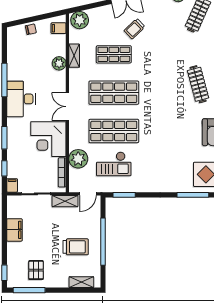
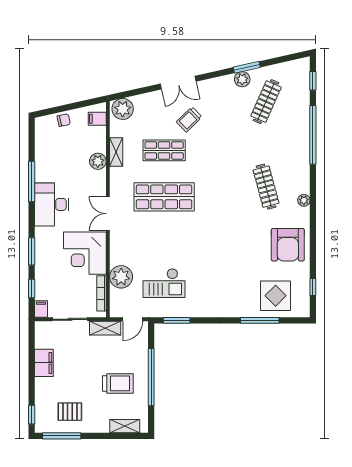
shop shelf: (114, 131) -> (164, 243), removed
pallet: (36, 270) -> (70, 412), turned 90

